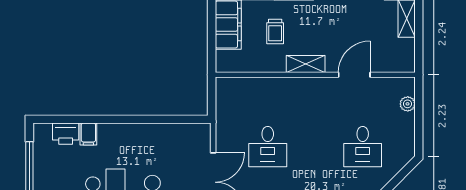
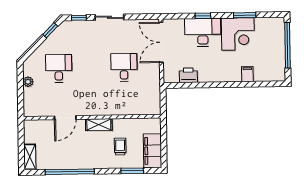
plant: (408, 104) -> (28, 82), moved
printer: (66, 134) -> (188, 75), moved

